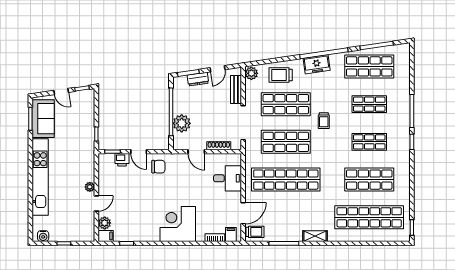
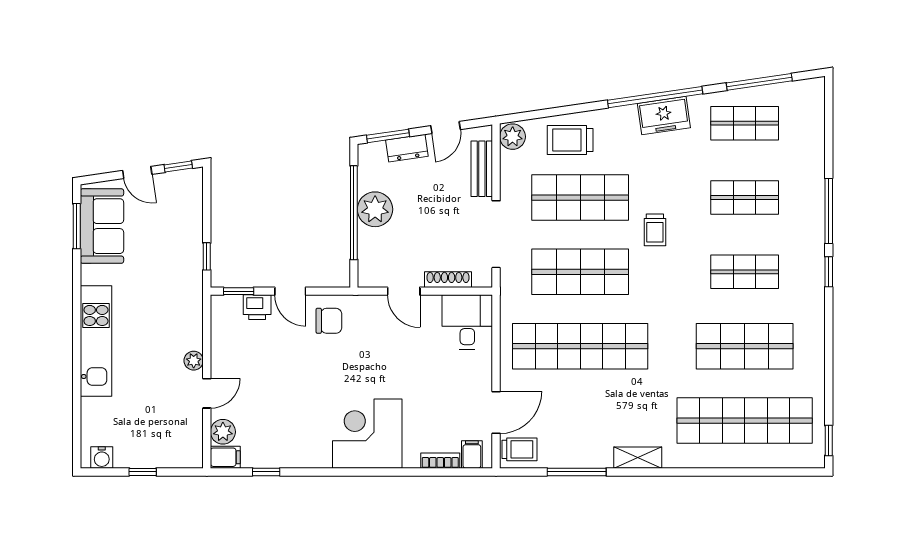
freezer: (317, 64) -> (664, 116), moved
shop shelf: (369, 66) -> (745, 123), width x0.70, depth x0.74
plant: (182, 123) -> (375, 209), moved
kitchen unit: (40, 177) -> (96, 341), width x0.73
desk: (228, 178) -> (467, 322), moved, turned -90

